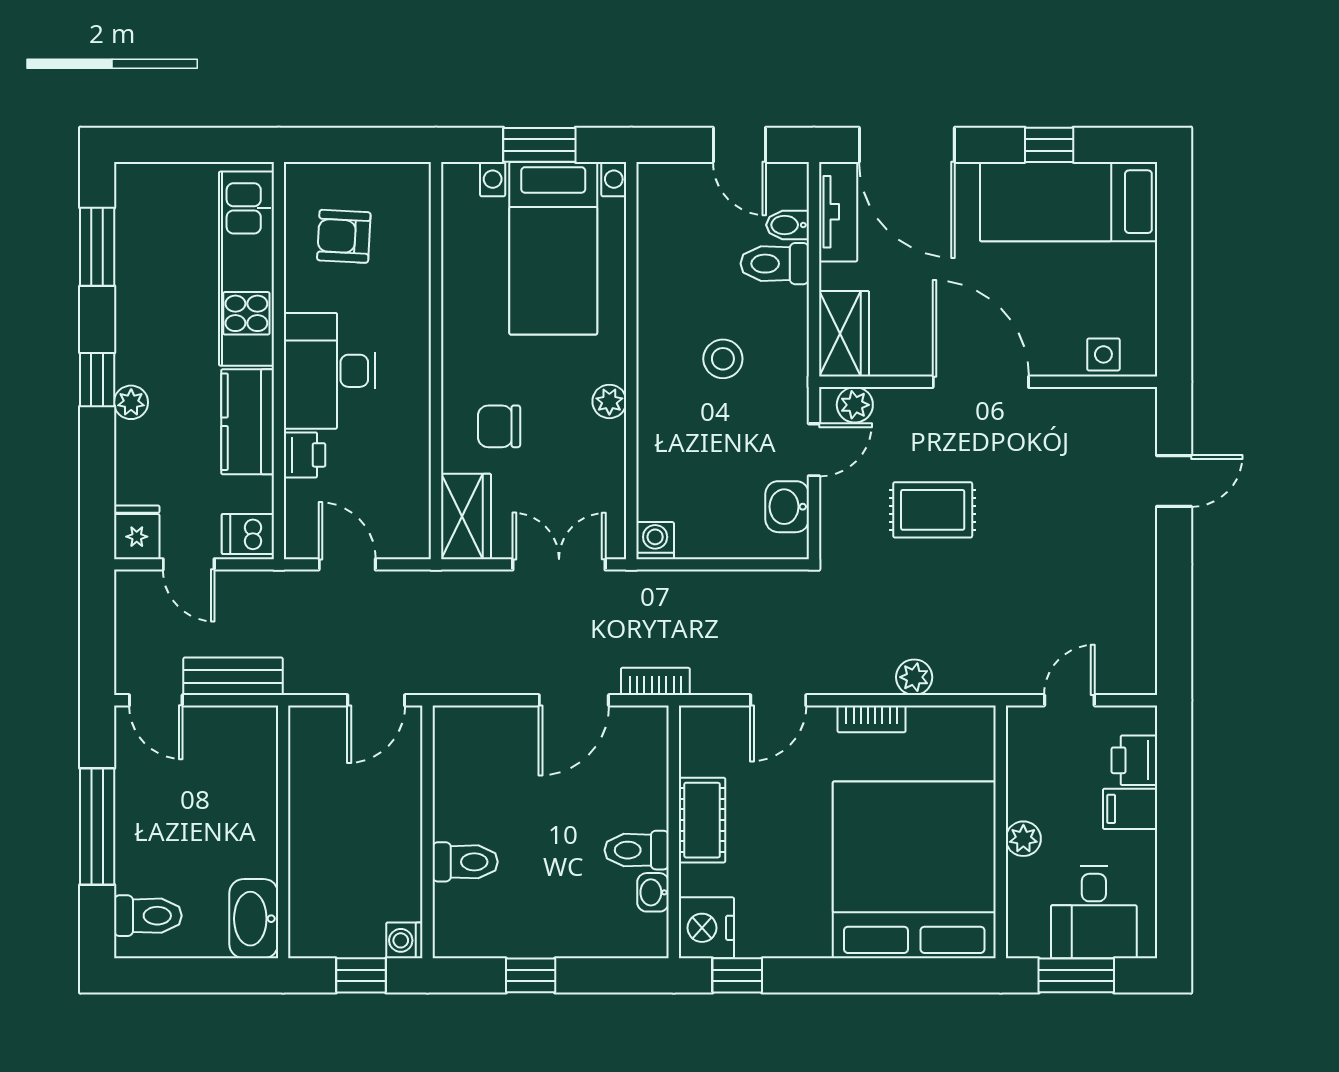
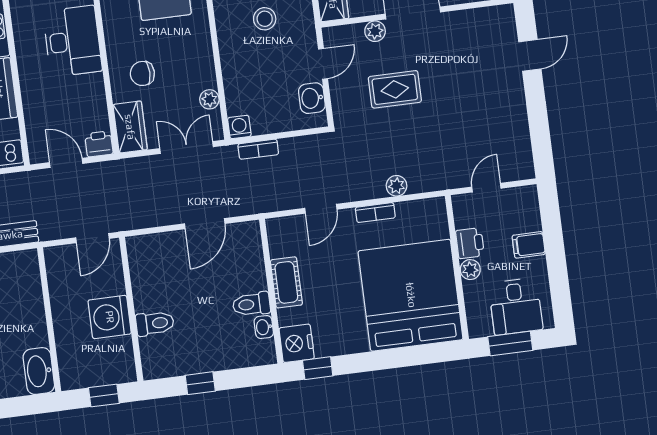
desk: (330, 371) -> (73, 41), moved, turned 180
plant: (609, 401) -> (209, 99), moved
plant: (855, 405) -> (375, 31), moved
printer: (305, 455) -> (99, 144), moved, turned -90
bookcase: (655, 681) -> (258, 149), moved, turned 180
printer: (1134, 760) -> (470, 243), moved, turned 180
washing machine: (404, 940) -> (110, 317), moved, width x1.89, depth x1.89

